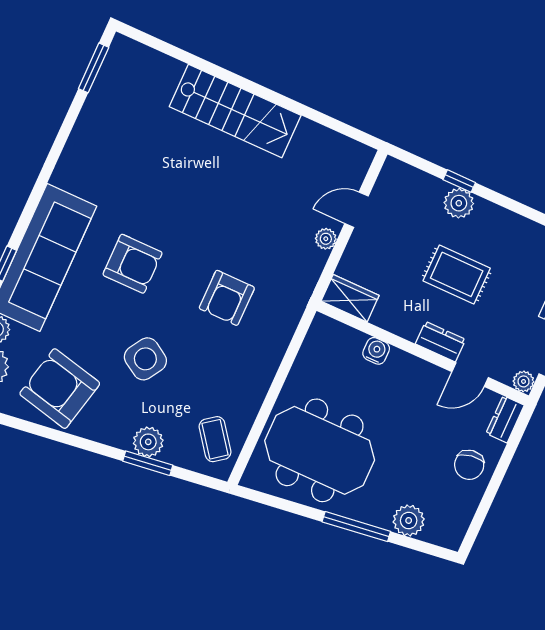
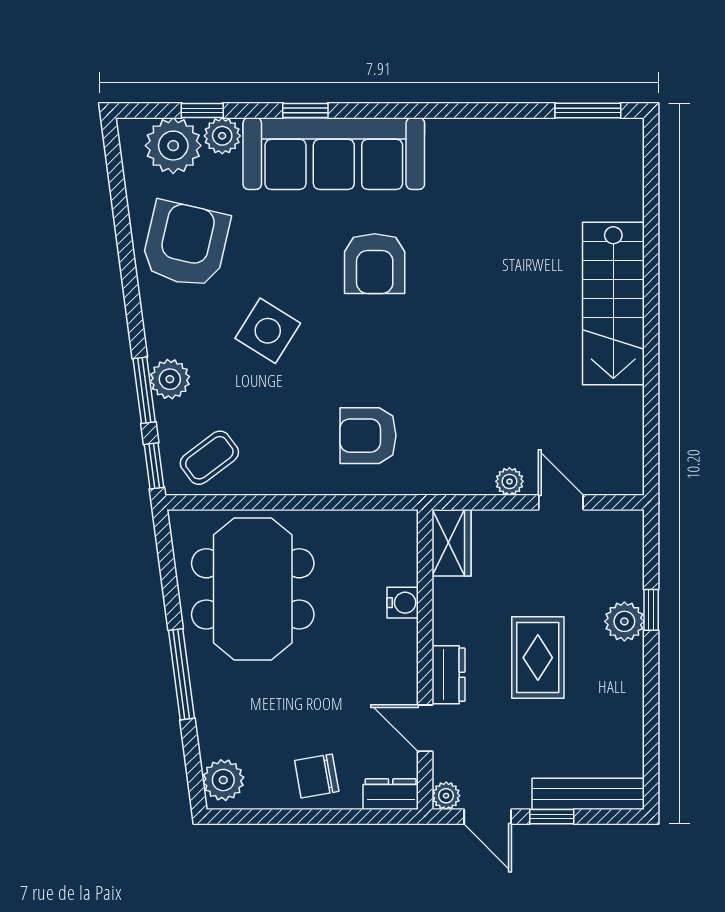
armchair: (227, 298) -> (368, 436), moved
window: (203, 480) -> (154, 466), added
plant: (409, 520) -> (223, 780), moved

